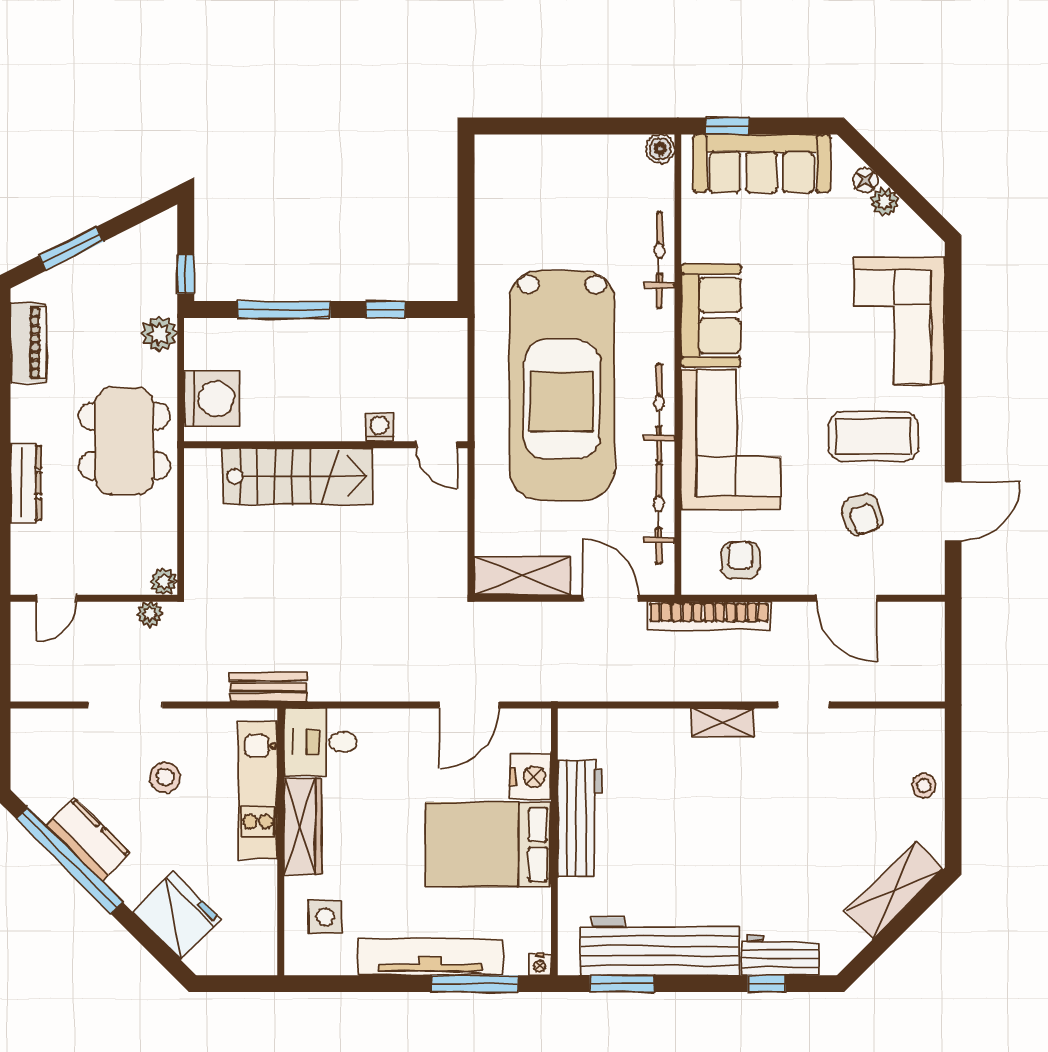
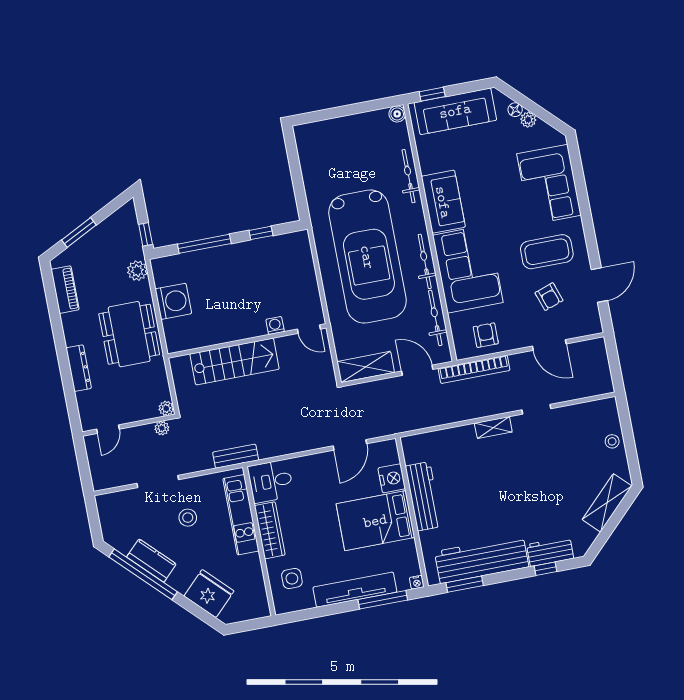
washing machine: (379, 427) -> (275, 325), moved
wall: (326, 445) -> (247, 341), moved
door: (437, 445) -> (309, 329), moved
stairs: (297, 476) -> (235, 362), moved

